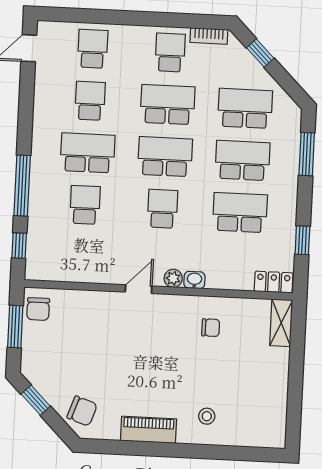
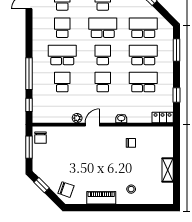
school desk: (165, 157) -> (103, 55), width x0.54
plant: (173, 278) -> (77, 118), moved
shelving: (281, 323) -> (168, 170), moved

